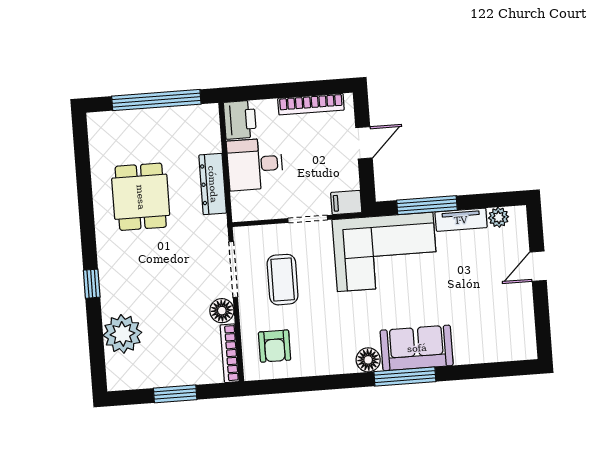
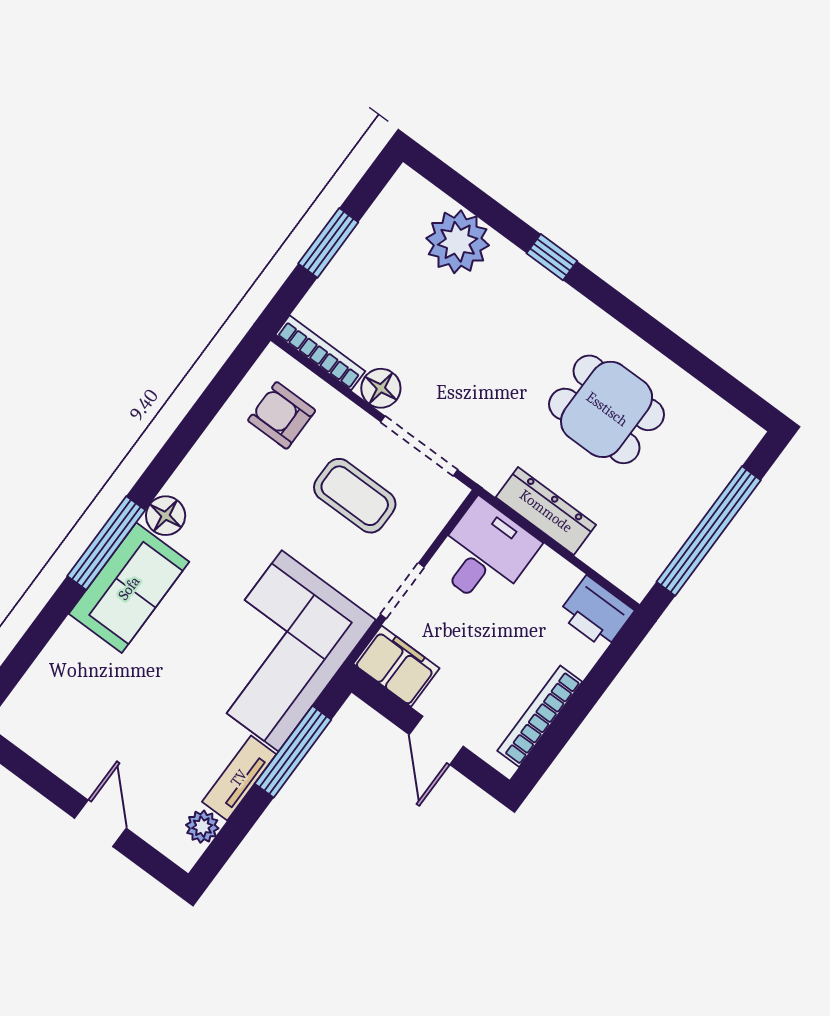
desk: (255, 164) -> (485, 554), moved
filing cabinet: (346, 203) -> (396, 666), width x2.00

